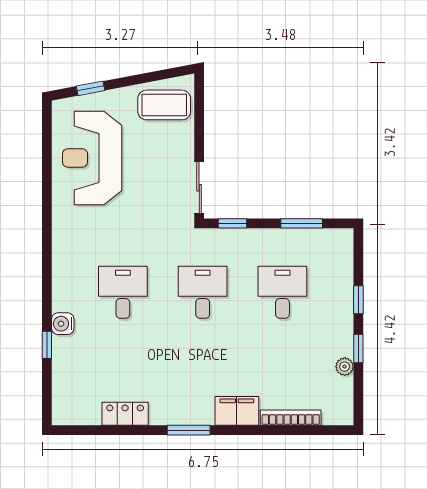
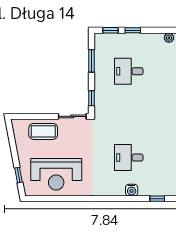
coffee table: (164, 105) -> (43, 131), moved, turned 90
desk: (203, 292) -> (129, 114), removed
water cooler: (63, 324) -> (132, 190), moved
window: (358, 348) -> (110, 30), moved

